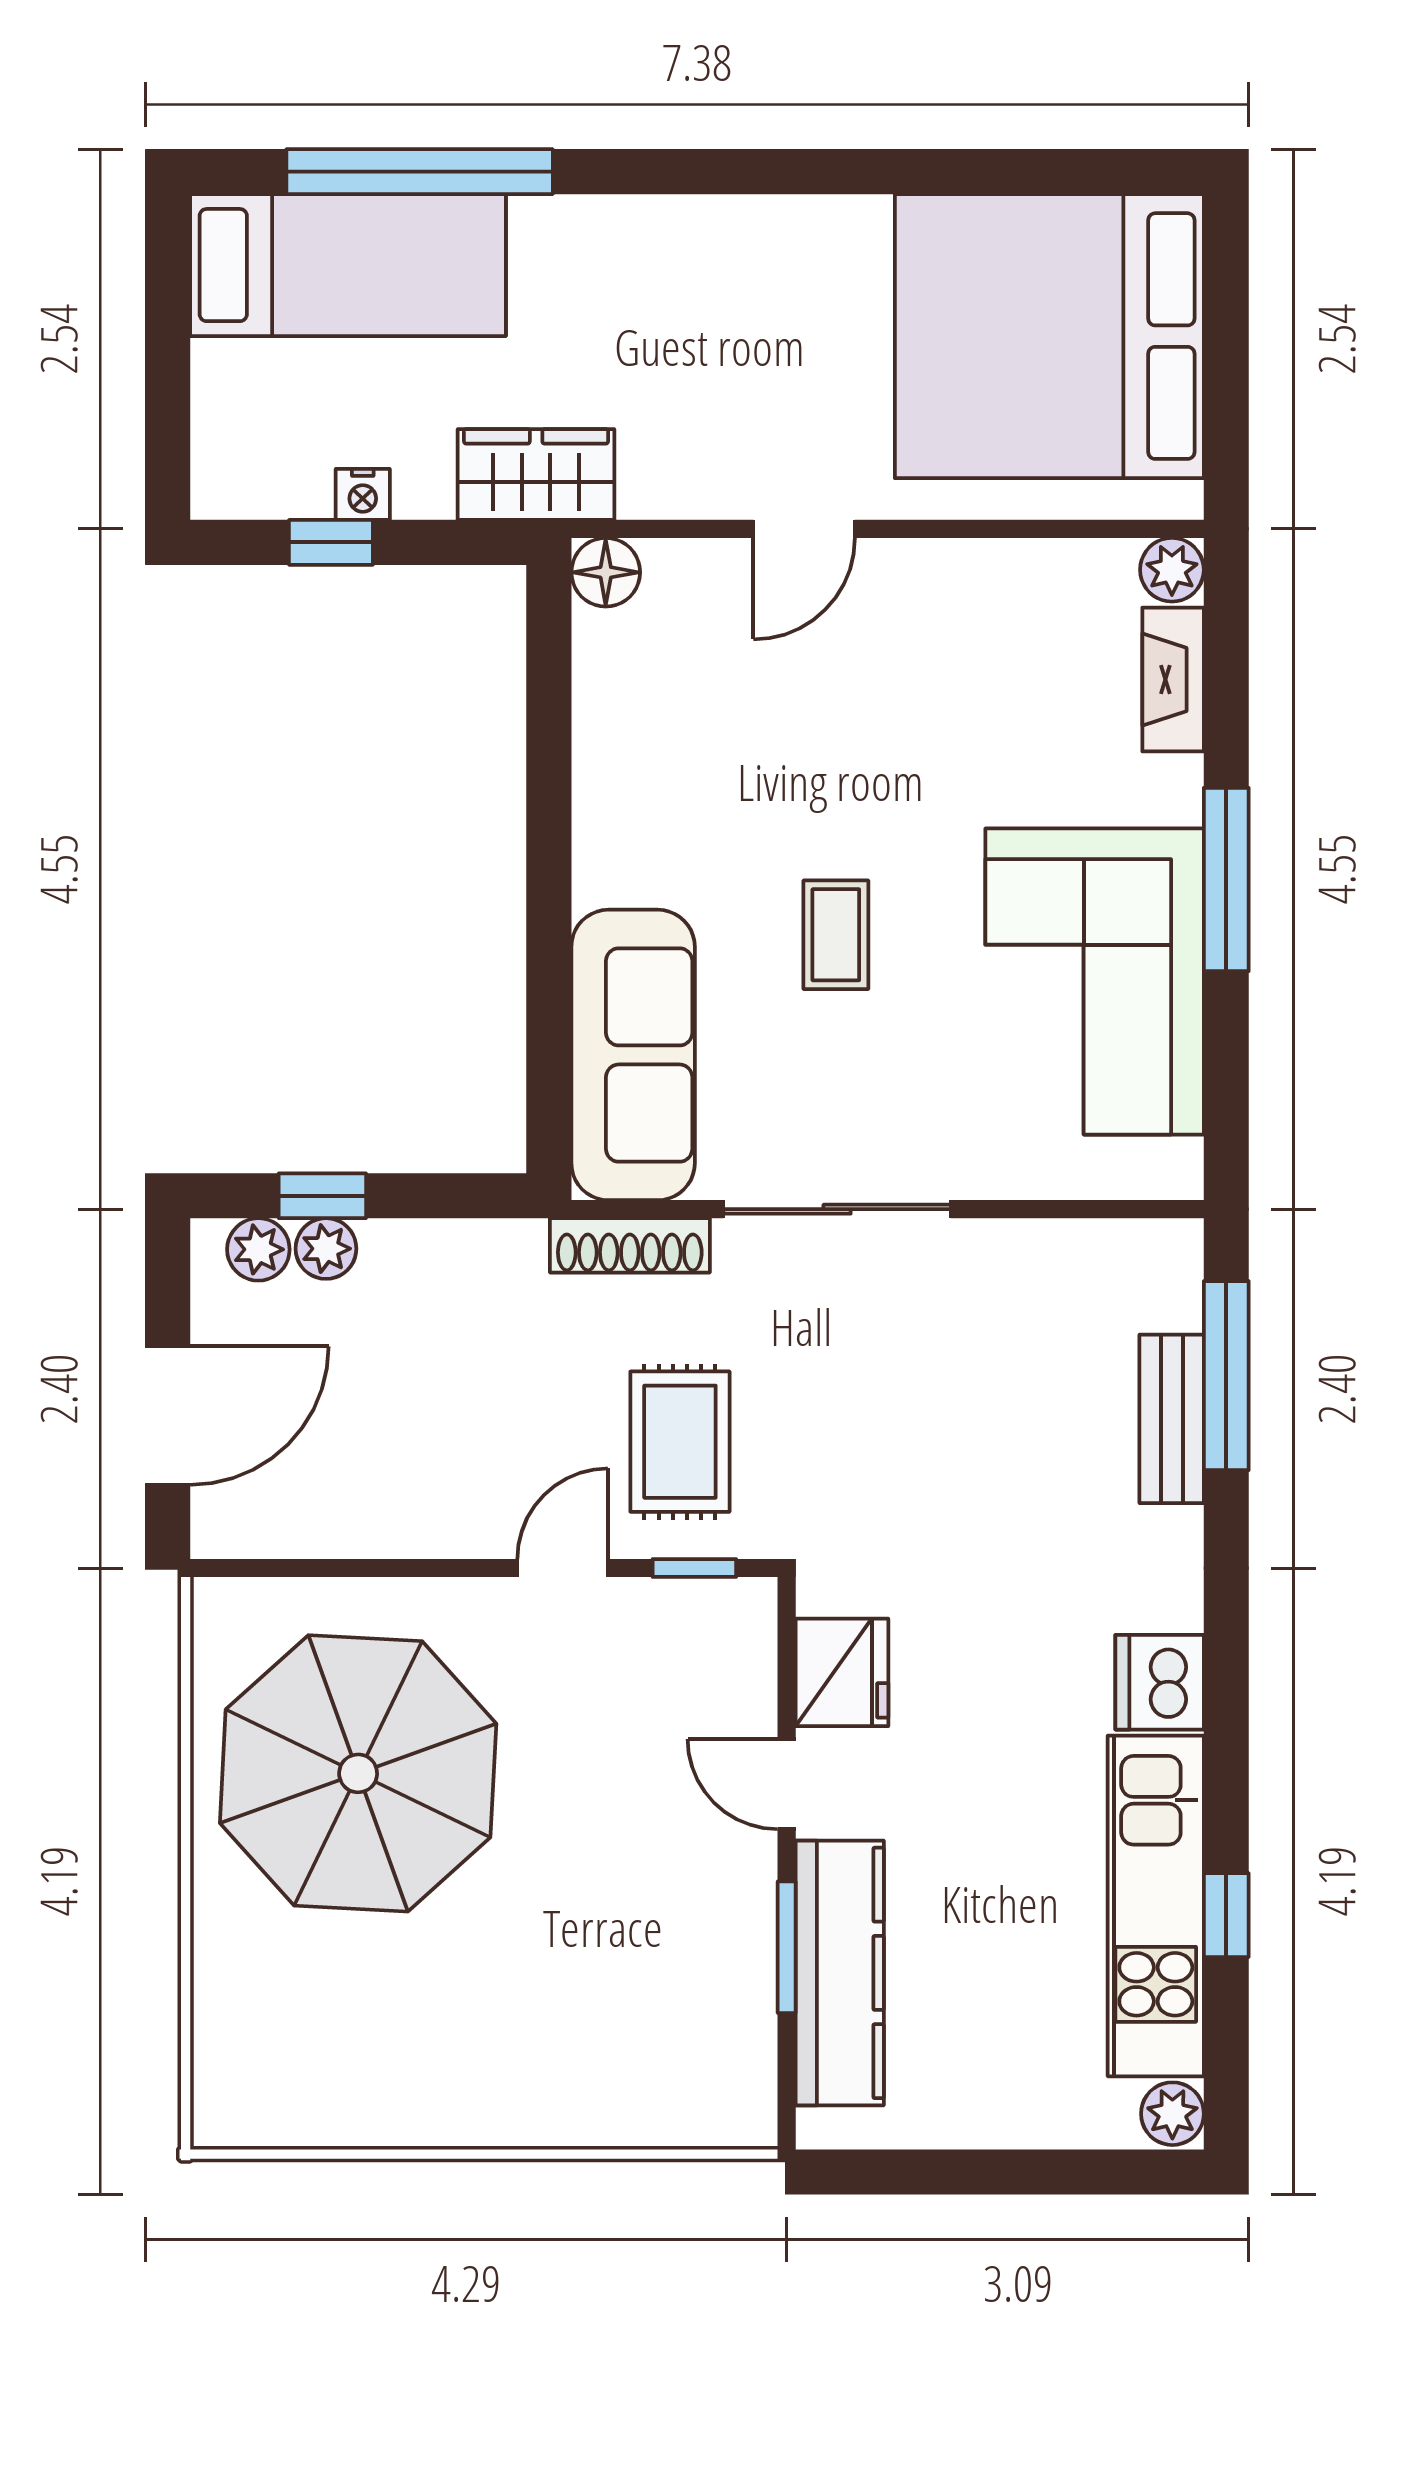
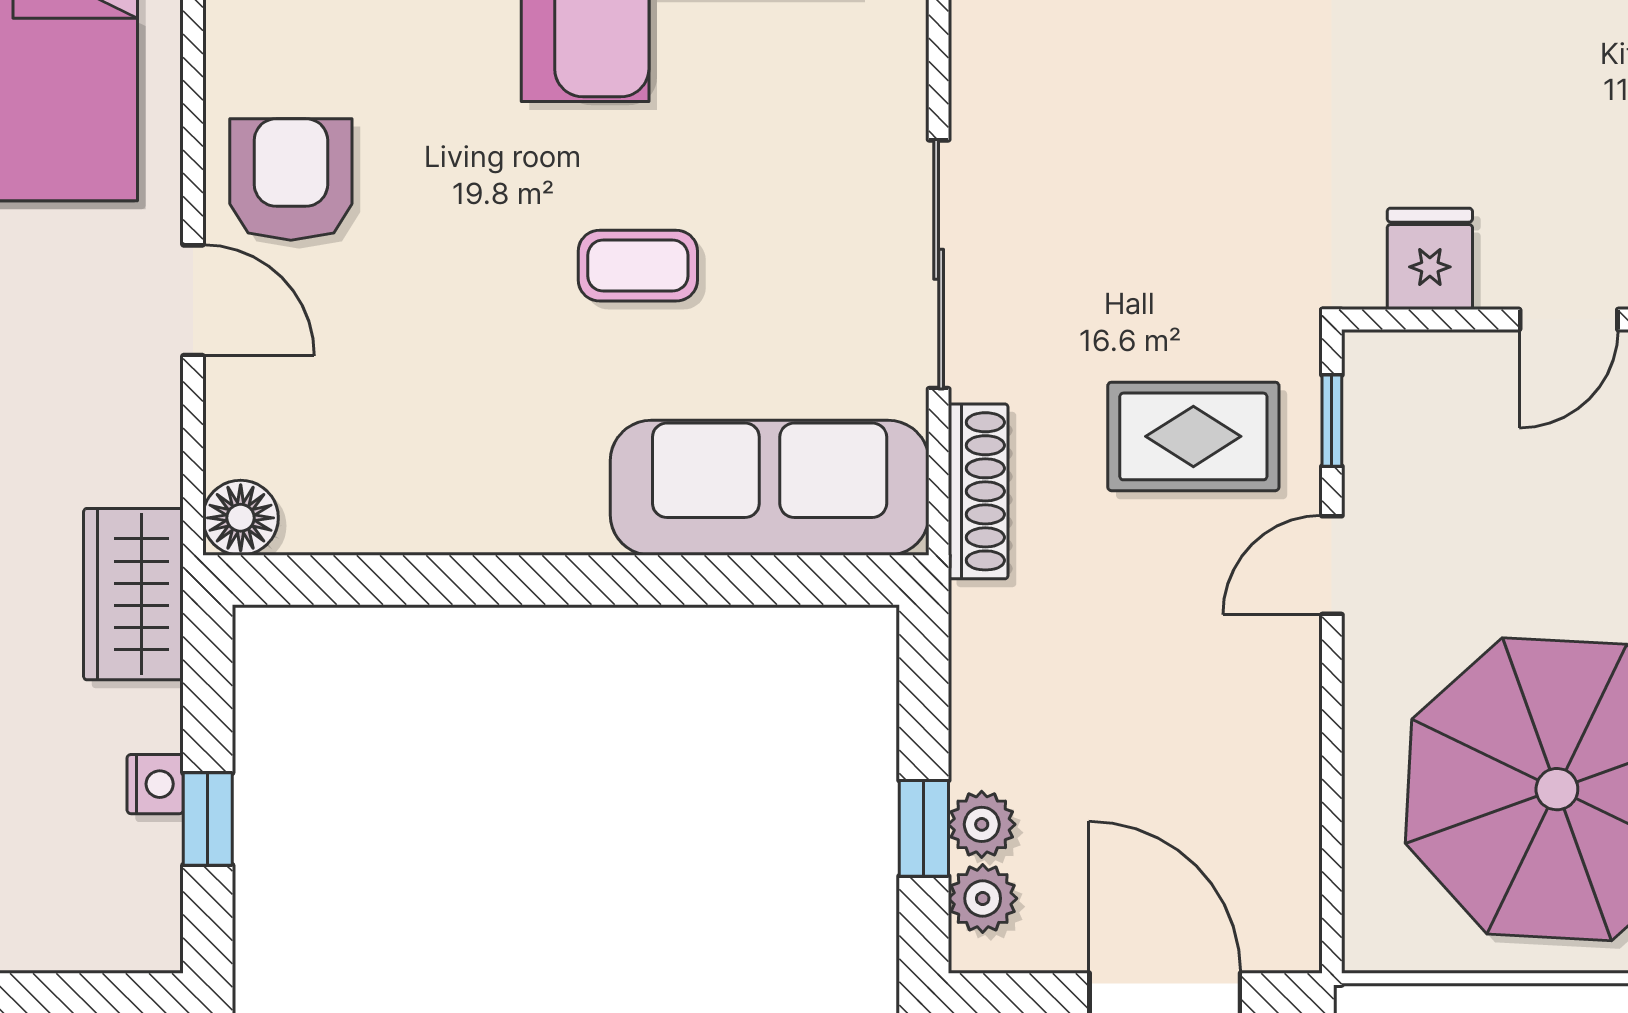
armchair: (914, 618) -> (291, 180), added
door: (563, 1568) -> (1332, 565), hinge flipped
fridge: (842, 1672) -> (1430, 259), width x0.72

